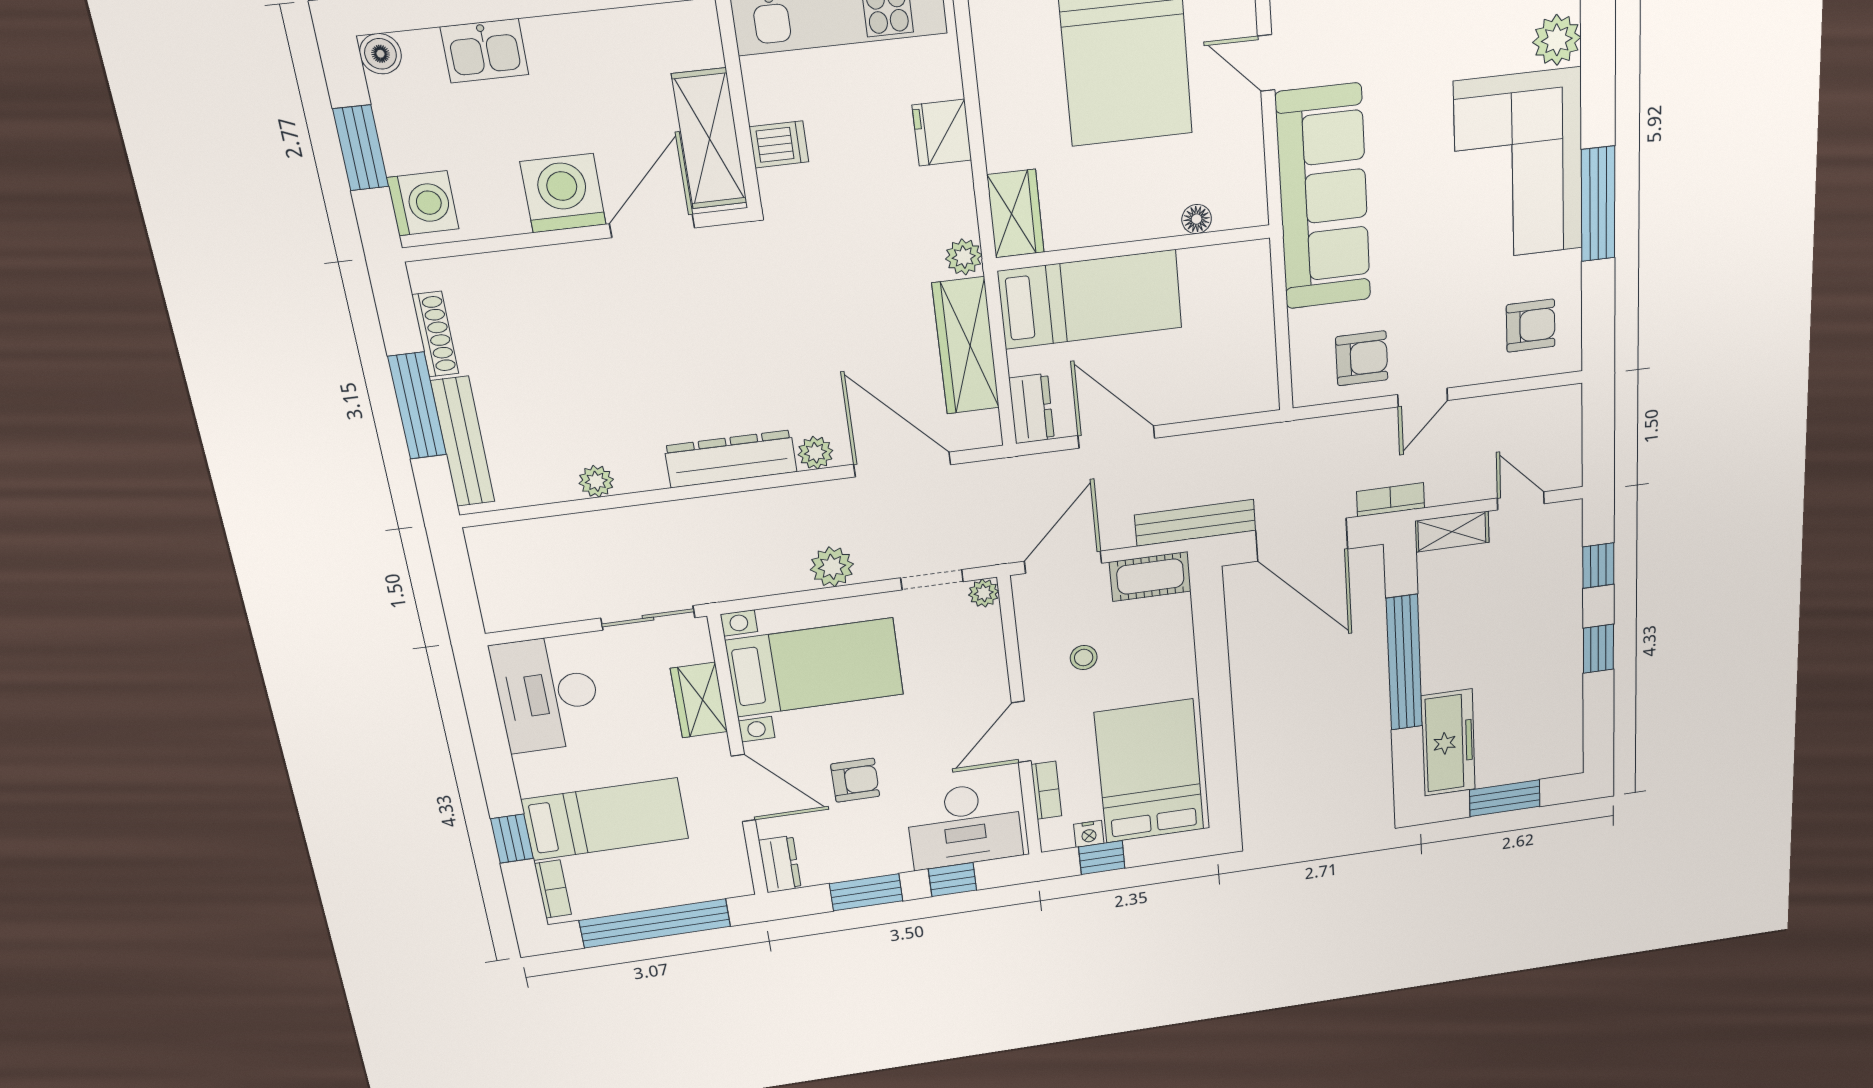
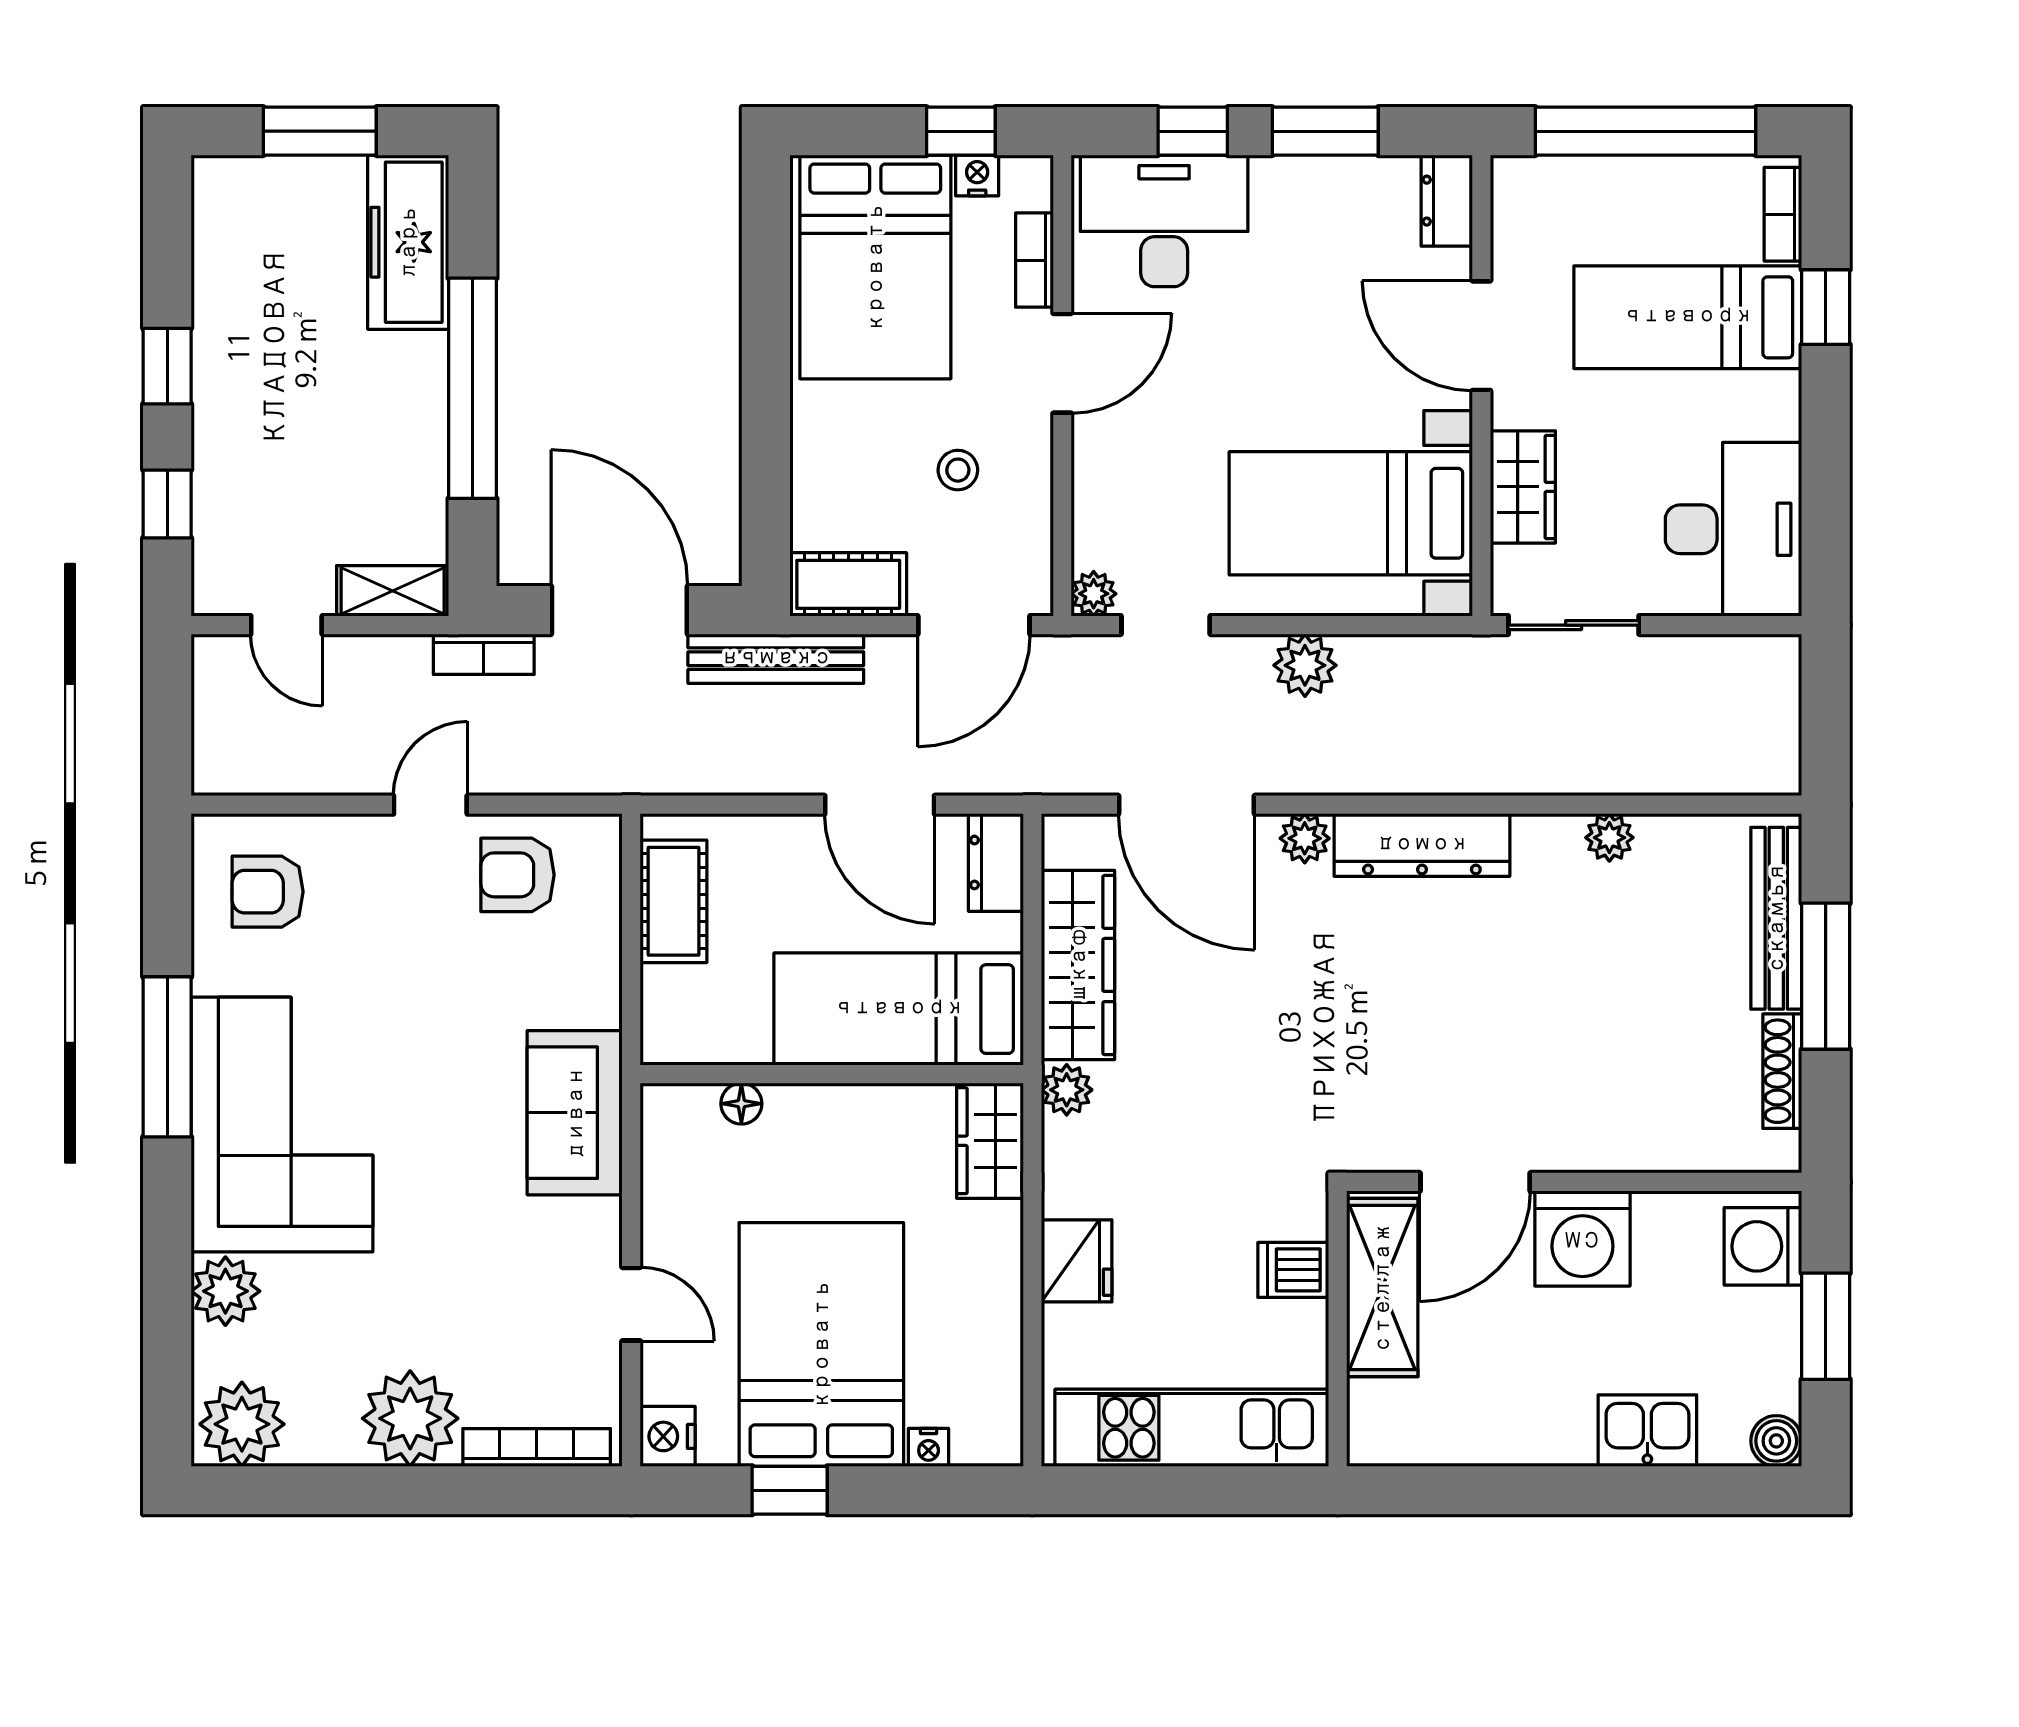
sofa: (1323, 197) -> (575, 1113), width x0.54, depth x0.79
cot: (1254, 354) -> (673, 901), added
armchair: (855, 780) -> (1317, 323), removed

